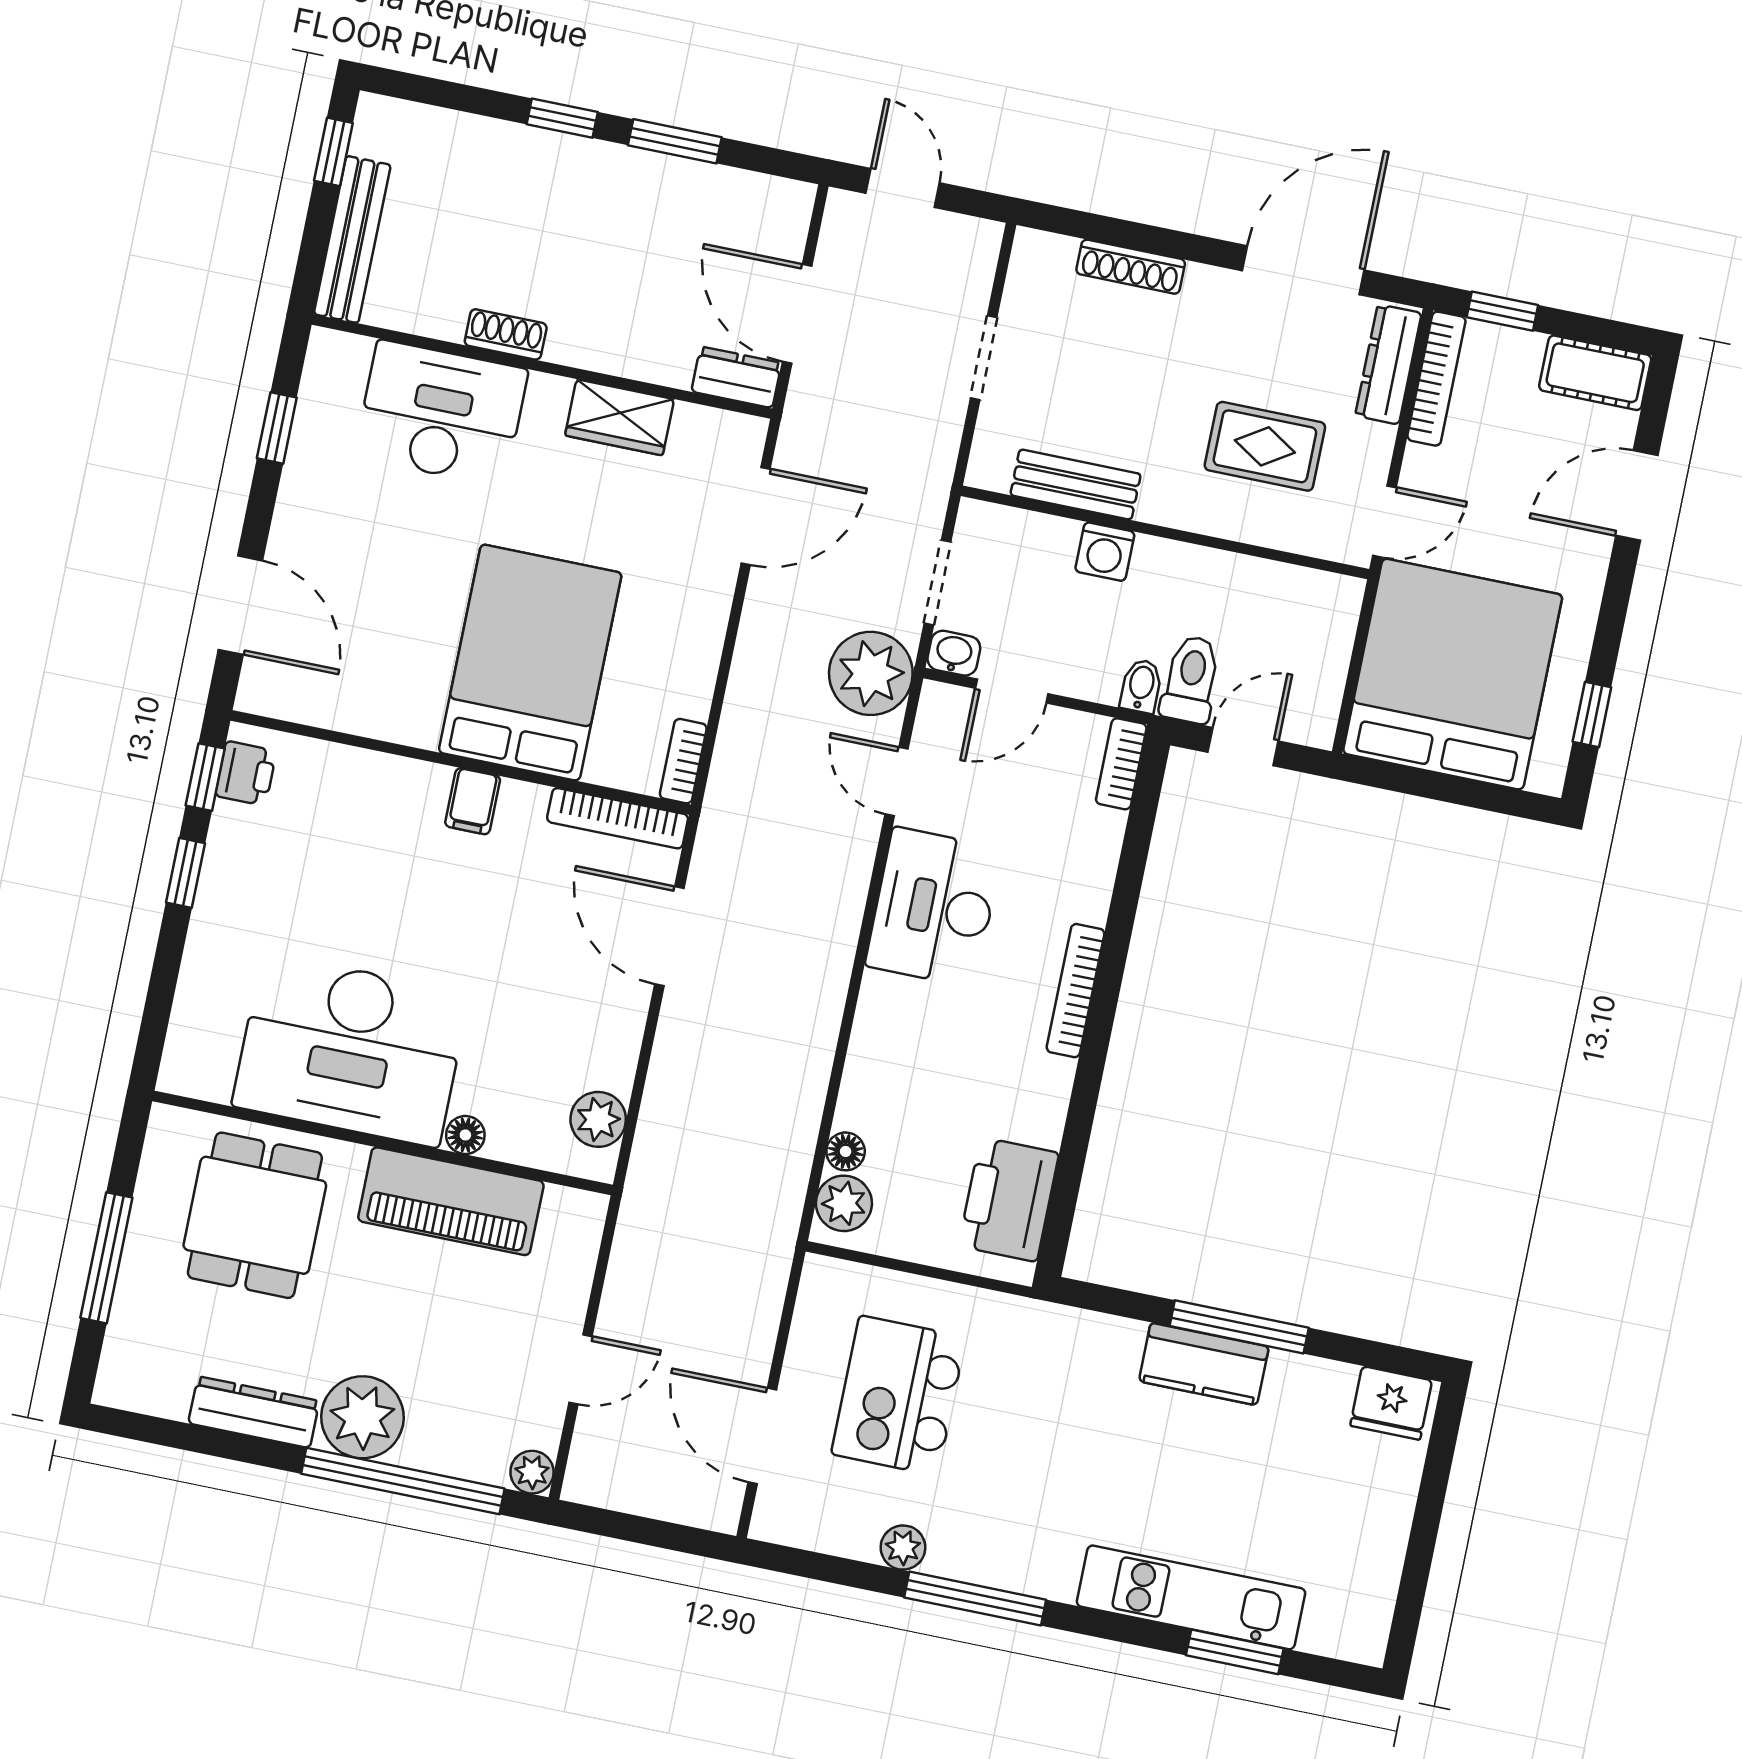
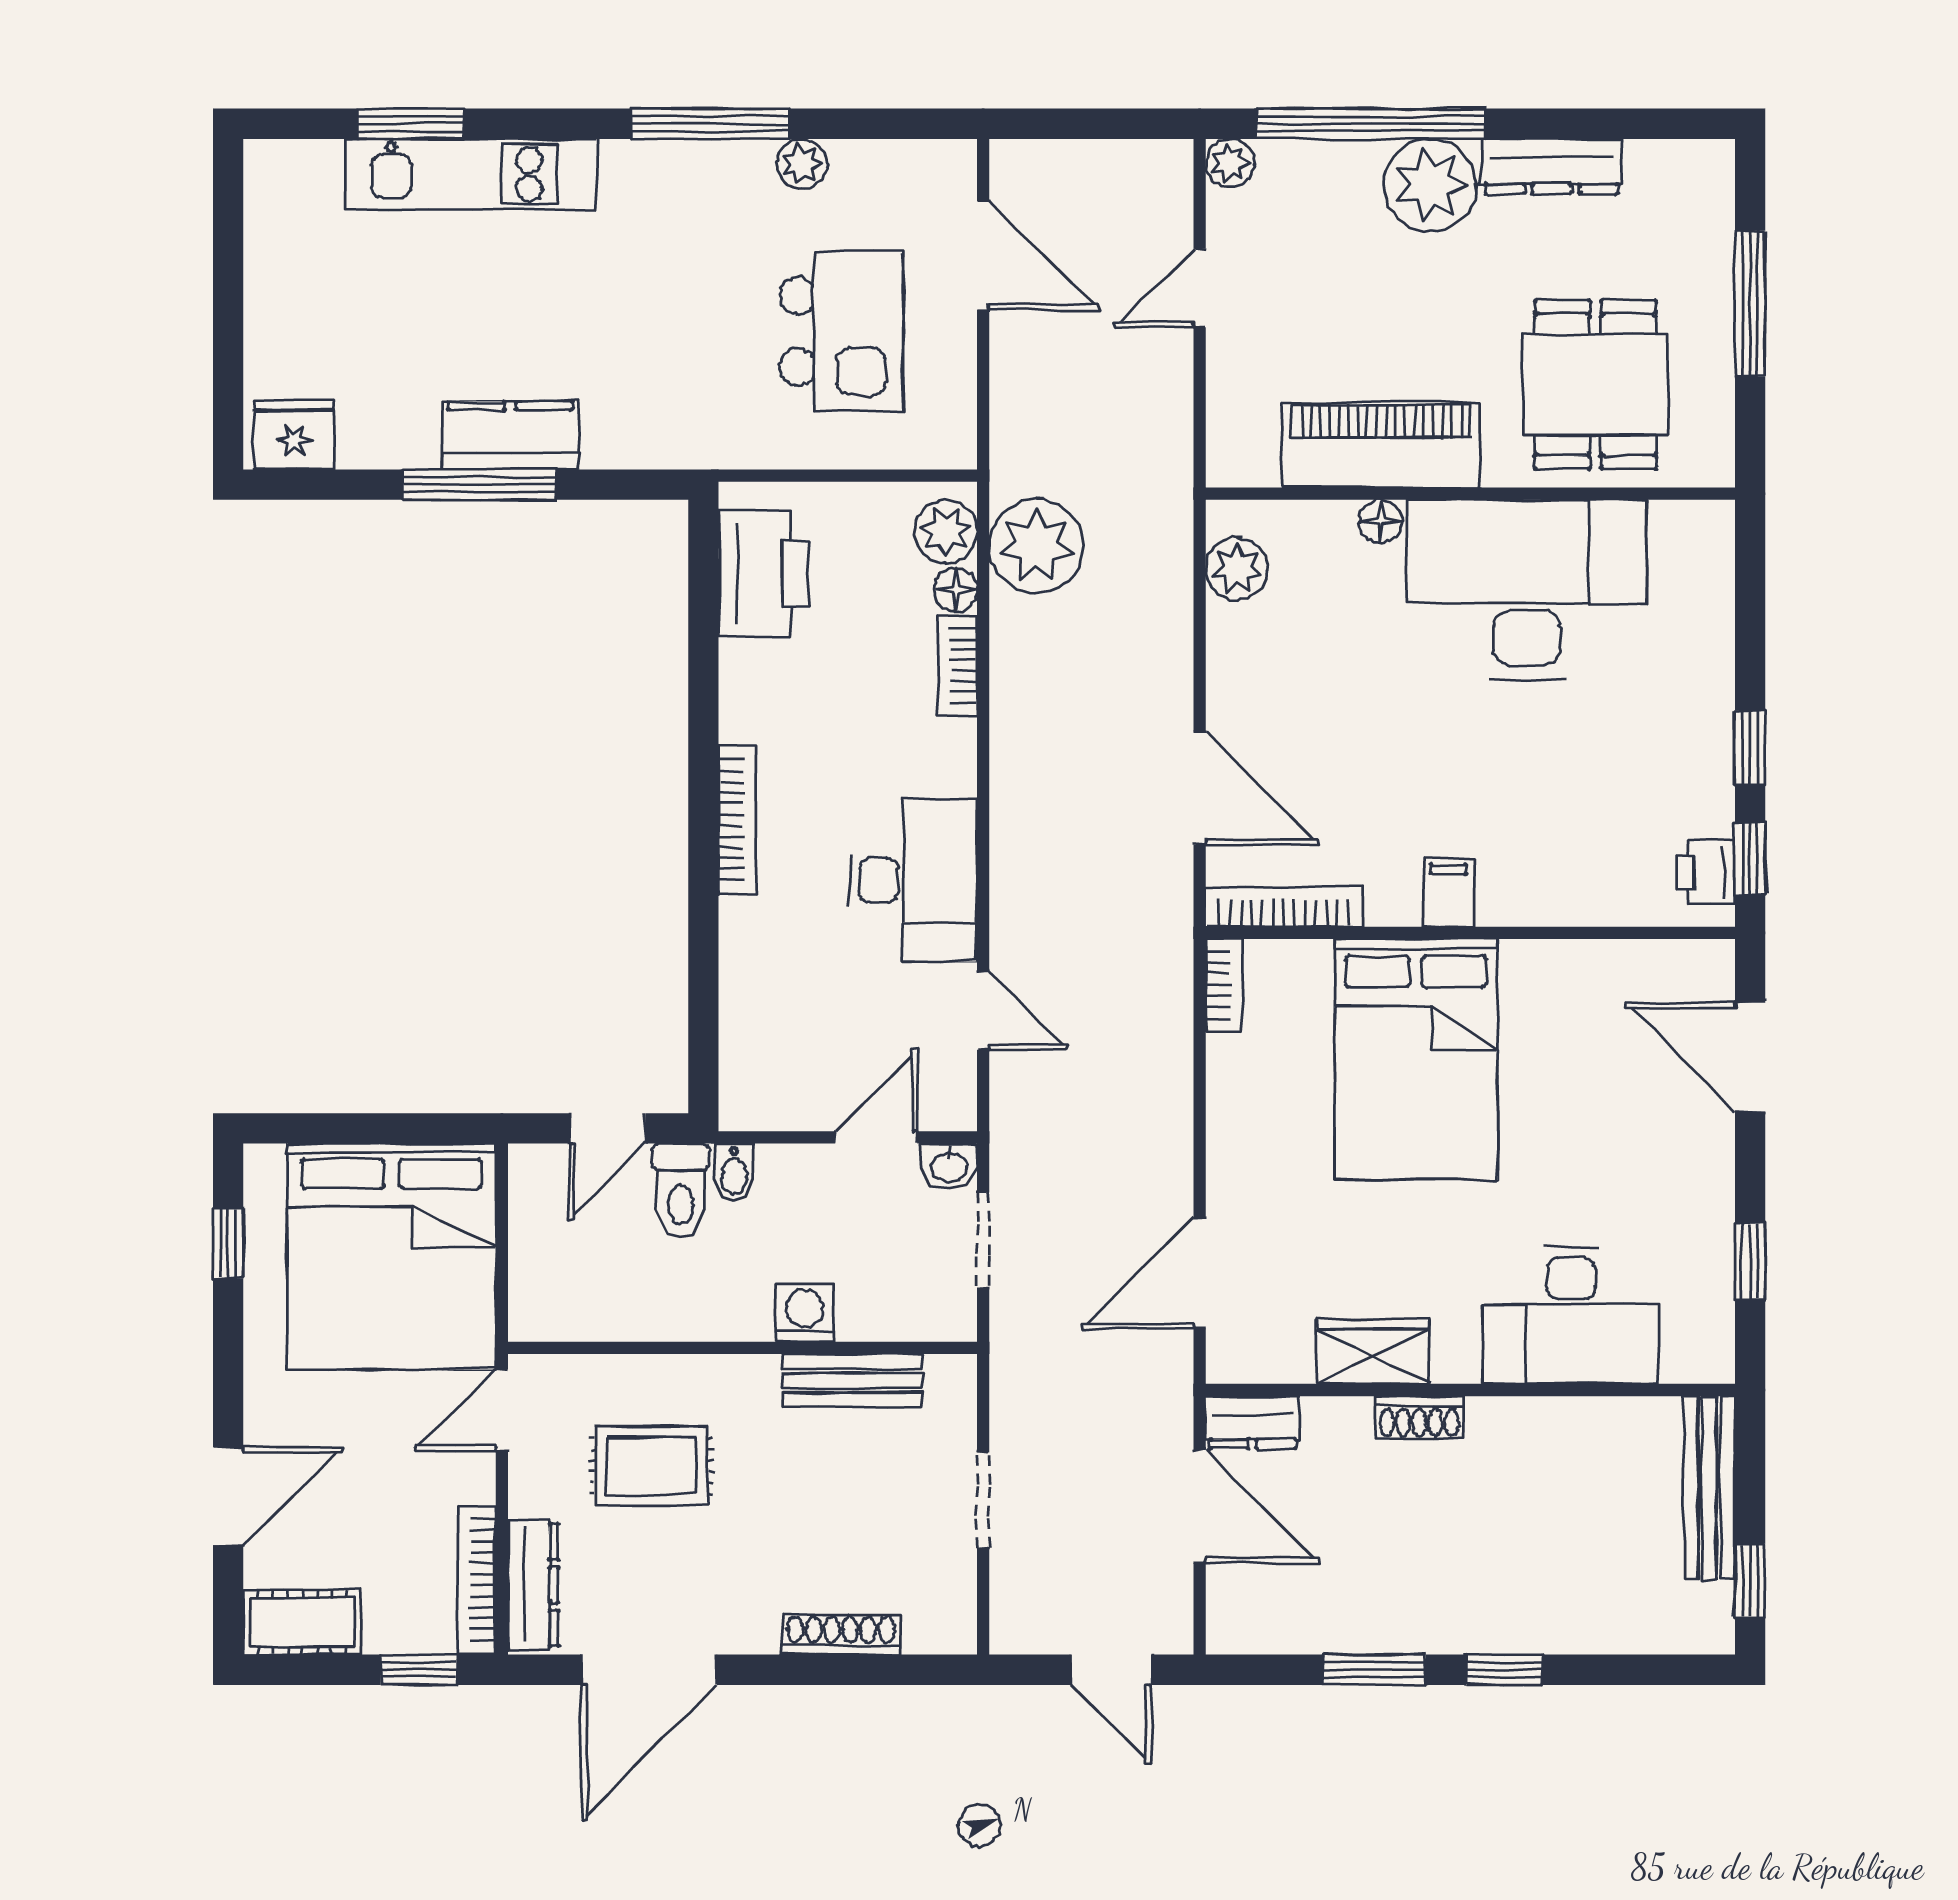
shoe rack: (506, 334) -> (1419, 1417), moved
plant: (871, 673) -> (1036, 546), moved
bookcase: (1121, 764) -> (957, 666), moved, turned 180

